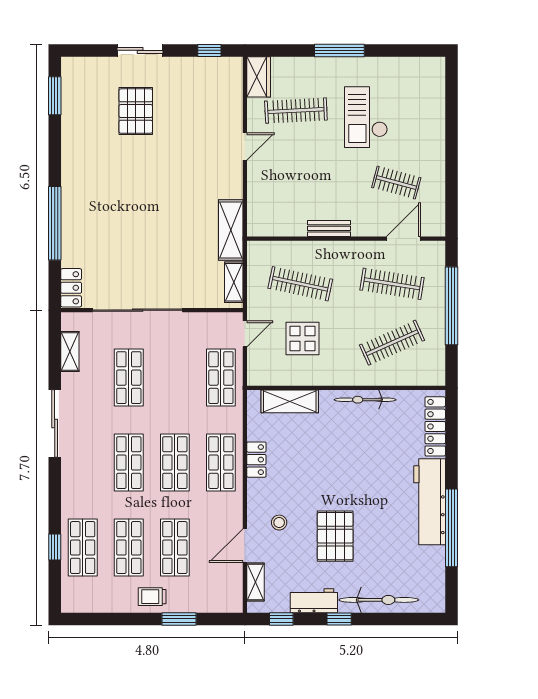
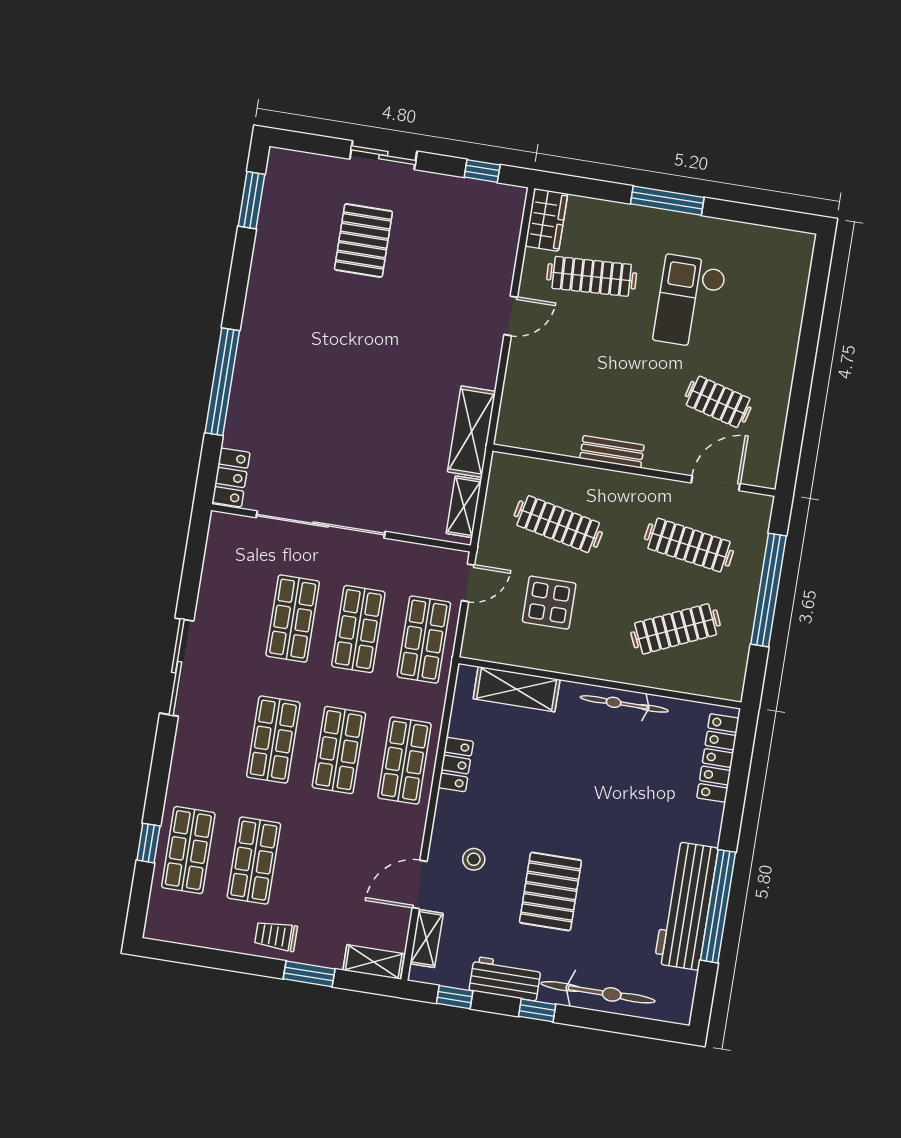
shelving: (70, 351) -> (374, 962), moved, turned 90
workbench: (430, 502) -> (686, 906), moved
shop shelf: (175, 548) -> (358, 629), moved

